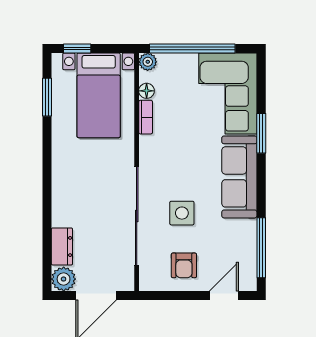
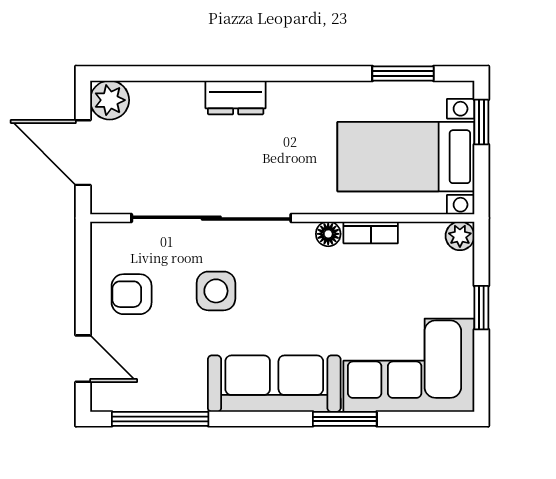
window: (192, 49) -> (481, 308), width x0.32
floor lamp: (147, 91) -> (328, 234), moved
dresser: (62, 246) -> (236, 97), moved

